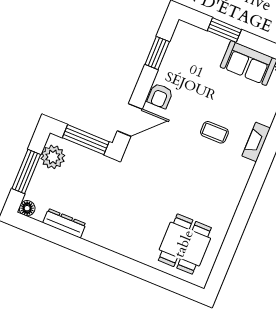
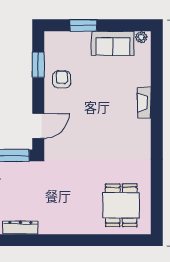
armchair: (160, 96) -> (62, 79), moved, turned 180
coffee table: (214, 132) -> (108, 108), removed

